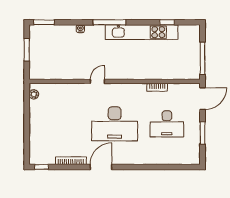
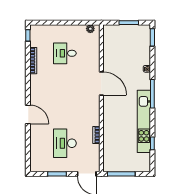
door: (97, 81) -> (101, 84), width x1.87
desk: (115, 124) -> (65, 53), moved, width x0.53, depth x0.77
door: (101, 167) -> (28, 114), moved

